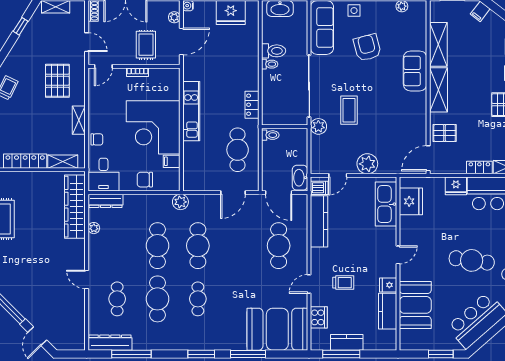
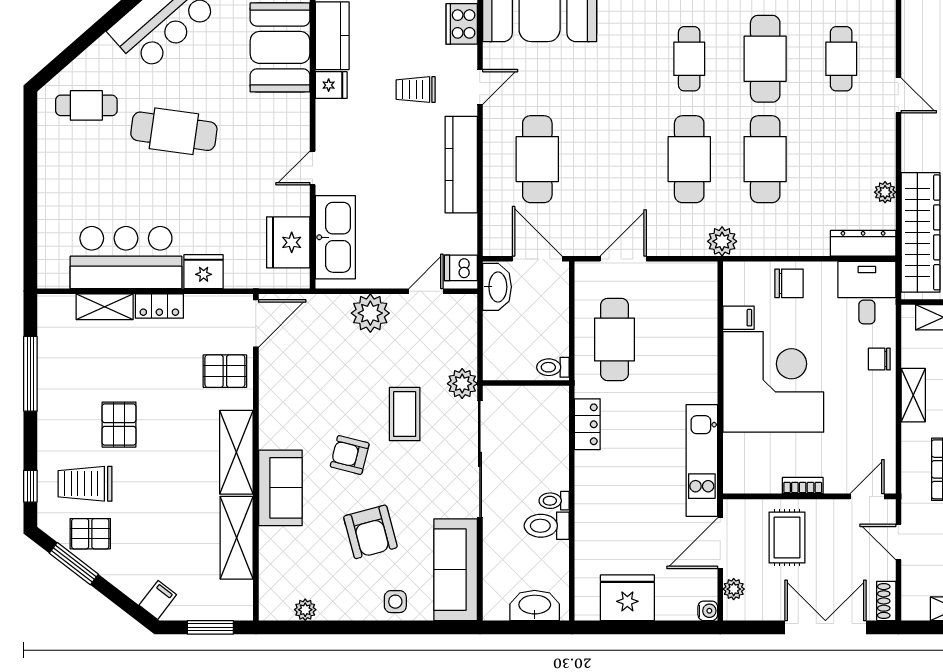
armchair: (378, 88) -> (350, 455), added
kitchen unit: (191, 111) -> (702, 460), moved
kitchen counter: (319, 221) -> (461, 165), moved
door: (398, 255) -> (313, 168), moved

